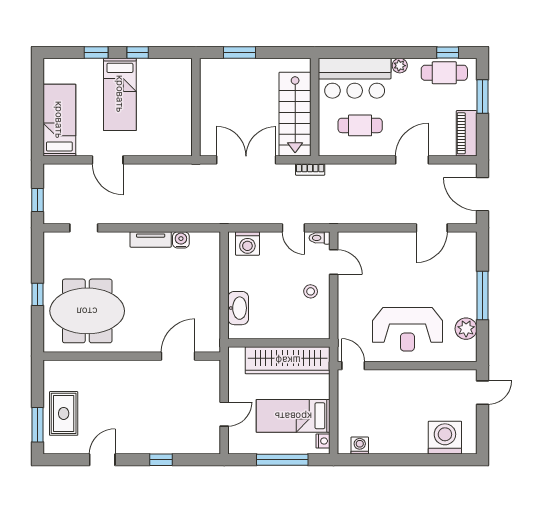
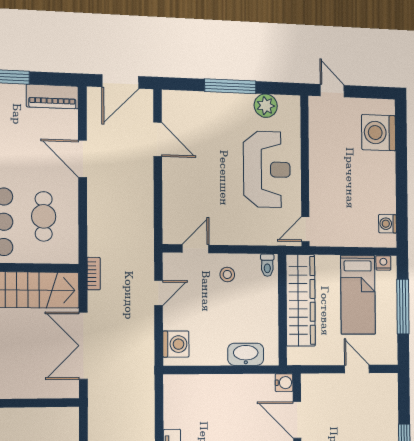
toilet: (320, 238) -> (267, 265), moved
water cooler: (181, 240) -> (284, 383), moved, turned 180

